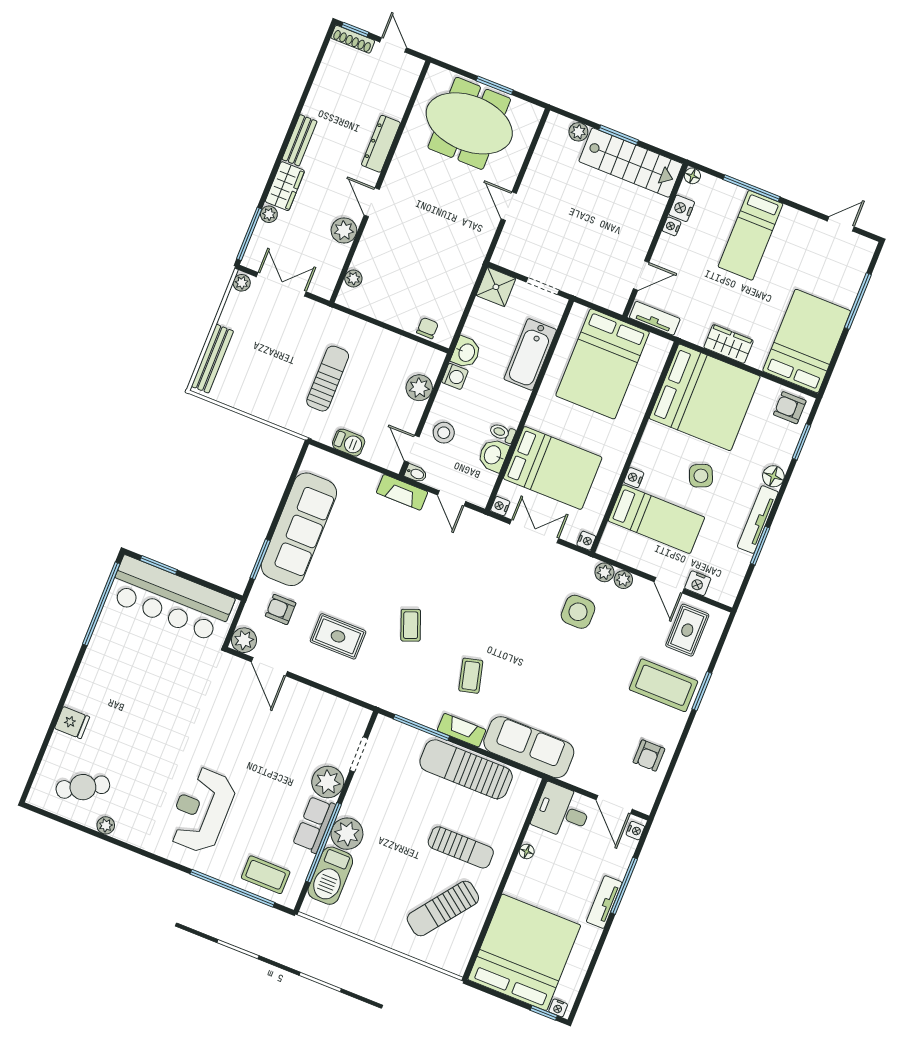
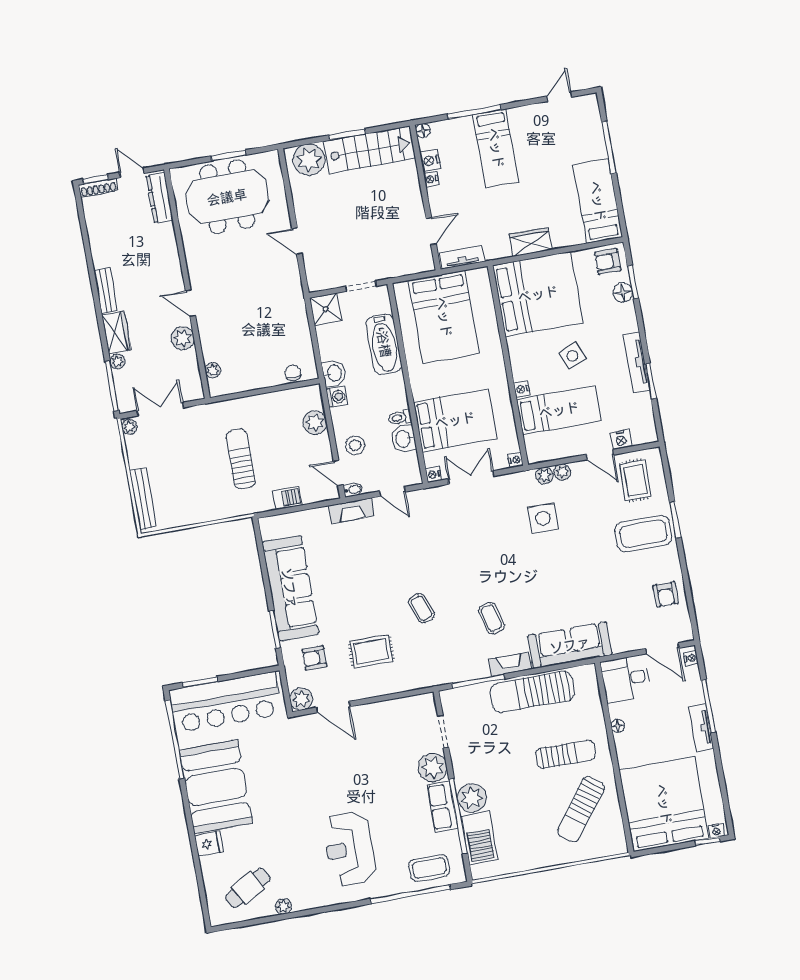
plant: (578, 132) -> (309, 160), width x1.87, depth x1.87
dresser: (381, 144) -> (159, 198), moved
bed: (807, 341) -> (598, 201), width x0.67
floor lamp: (773, 476) -> (623, 293), moved
booth: (112, 673) -> (216, 787), added

